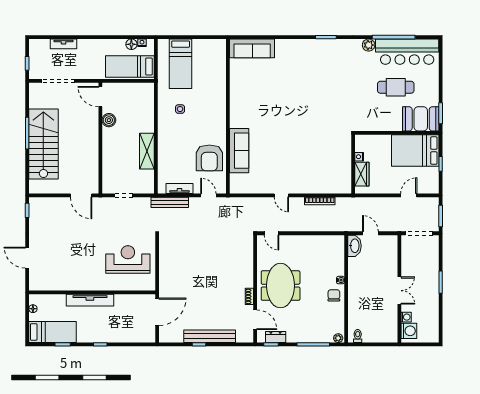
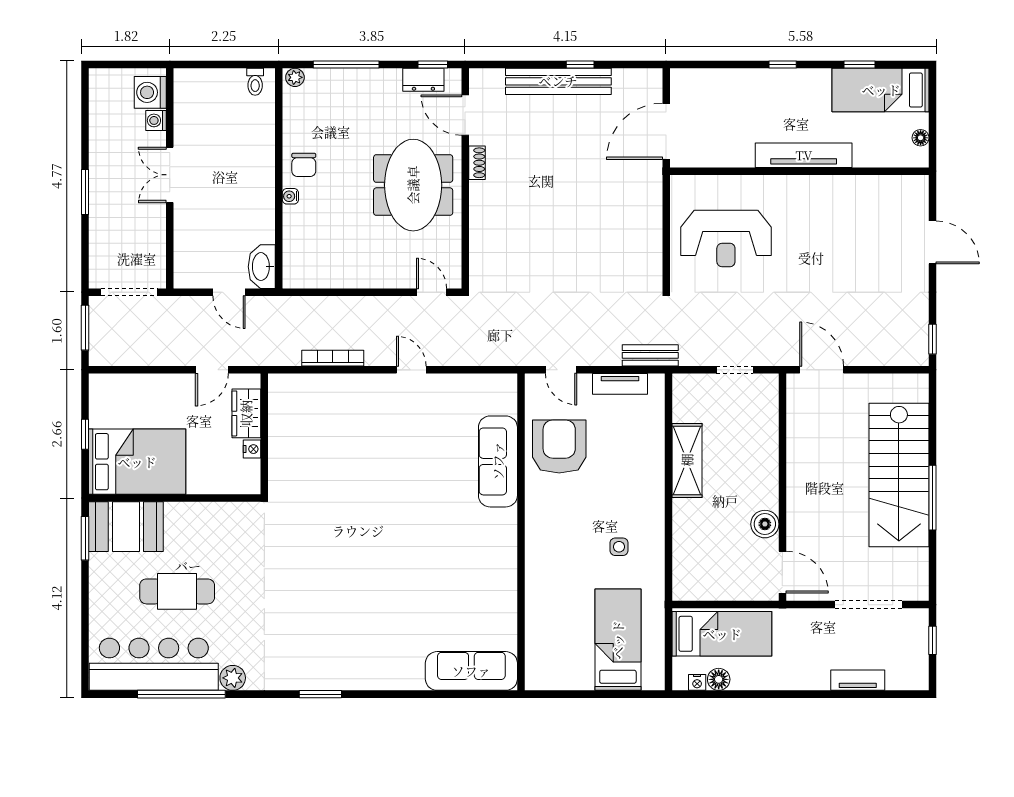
door: (409, 195) -> (212, 370), moved
bench: (170, 202) -> (650, 355), width x0.73

